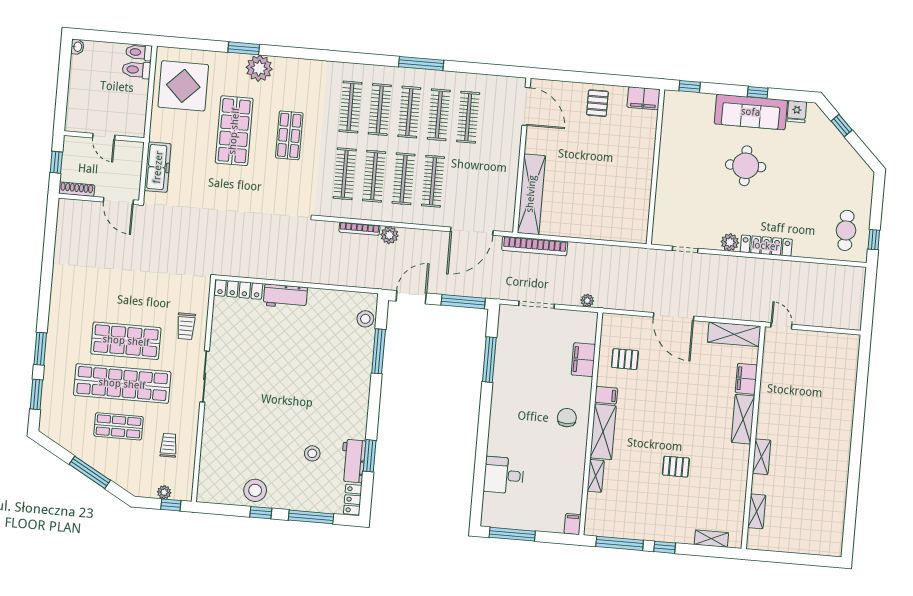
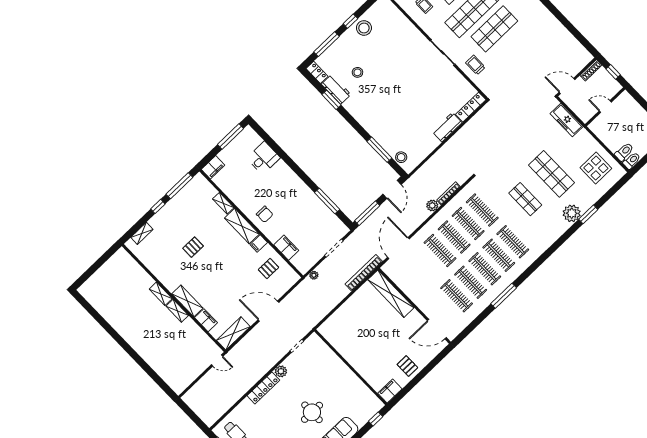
display table: (183, 86) -> (596, 168), width x0.73, depth x0.73
shelving: (757, 511) -> (177, 311), moved
filing cabinet: (572, 524) -> (213, 167), width x2.00

